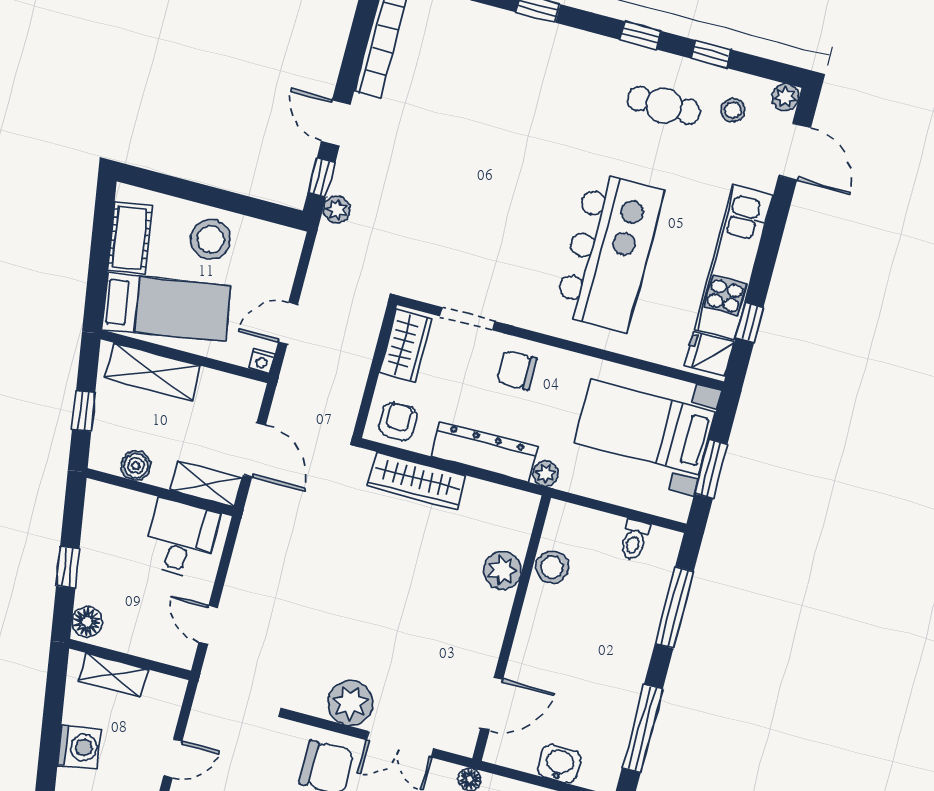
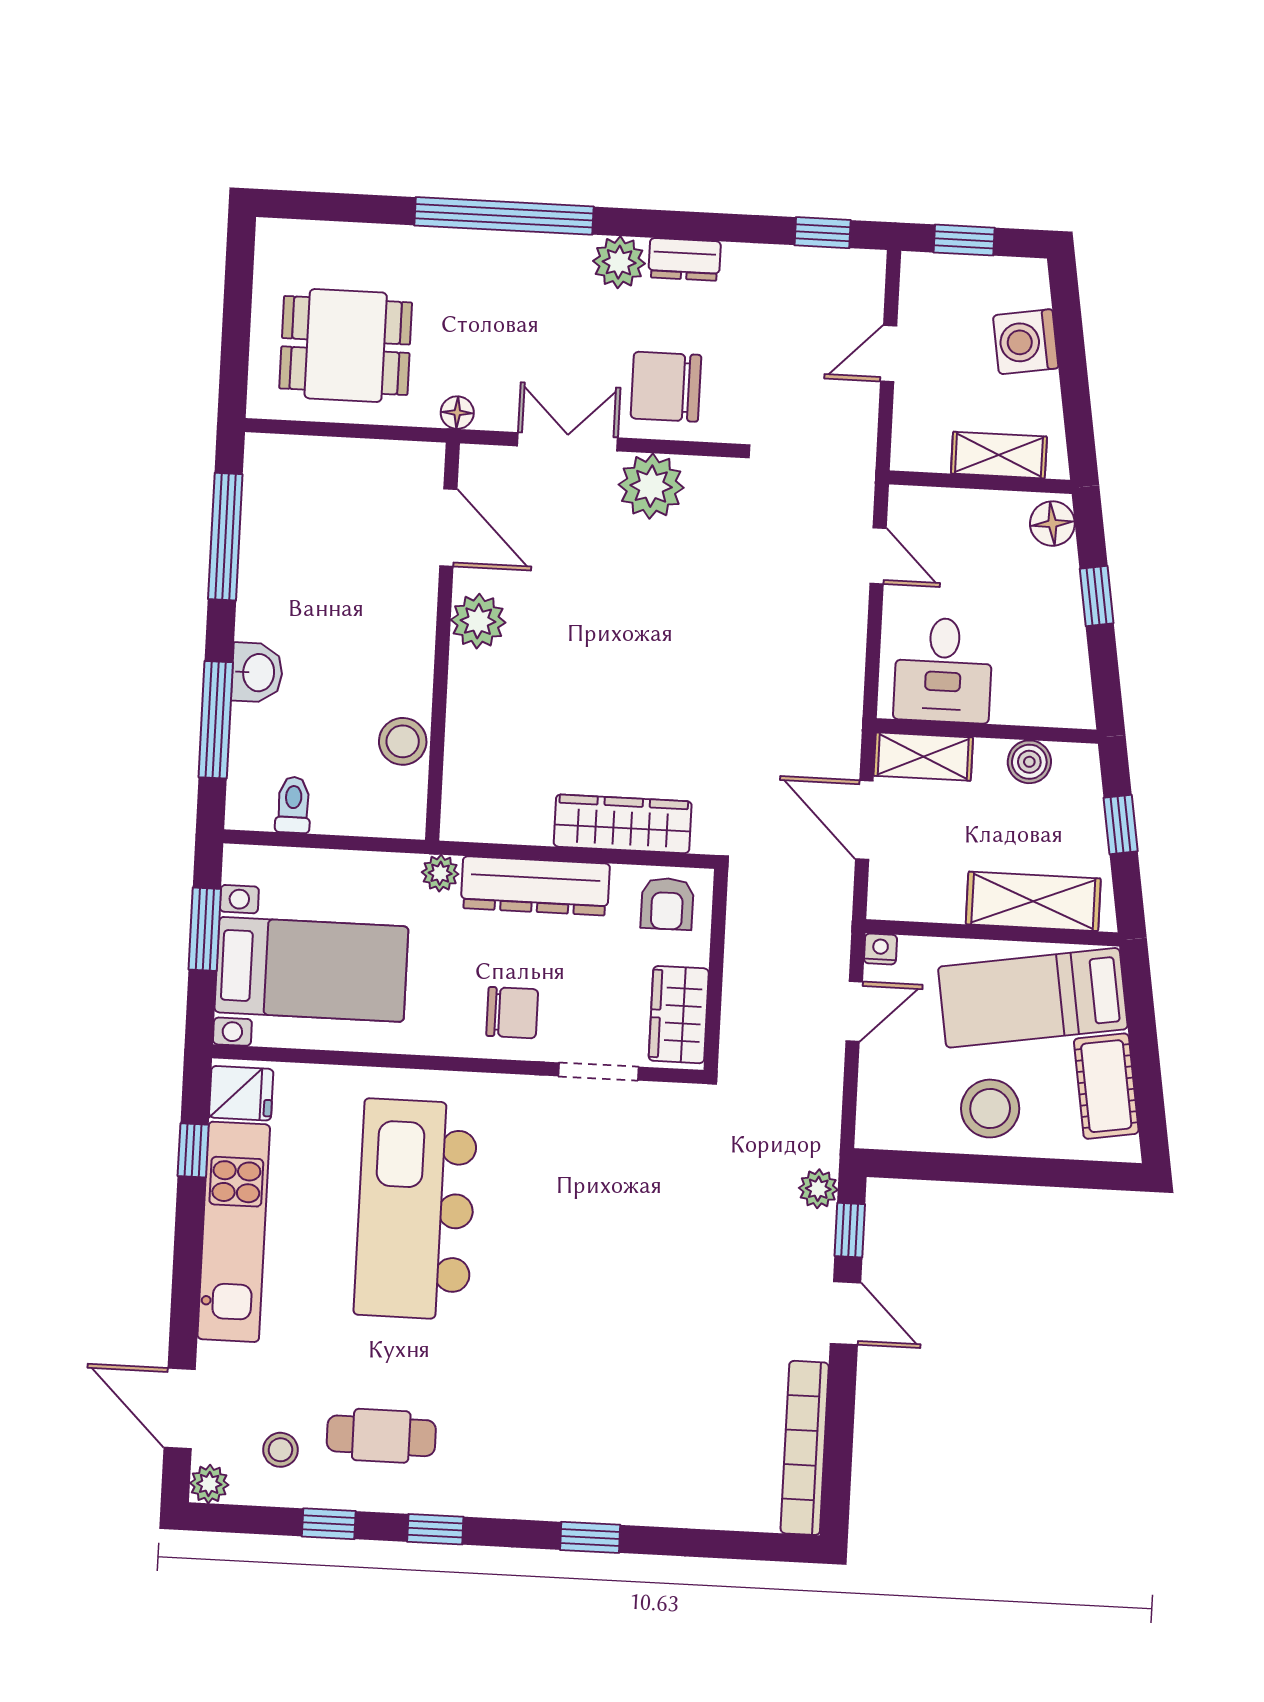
plant: (503, 570) -> (478, 621), moved
door: (492, 704) -> (448, 527), swing flipped
washbasin: (559, 764) -> (257, 673), moved, turned -90

